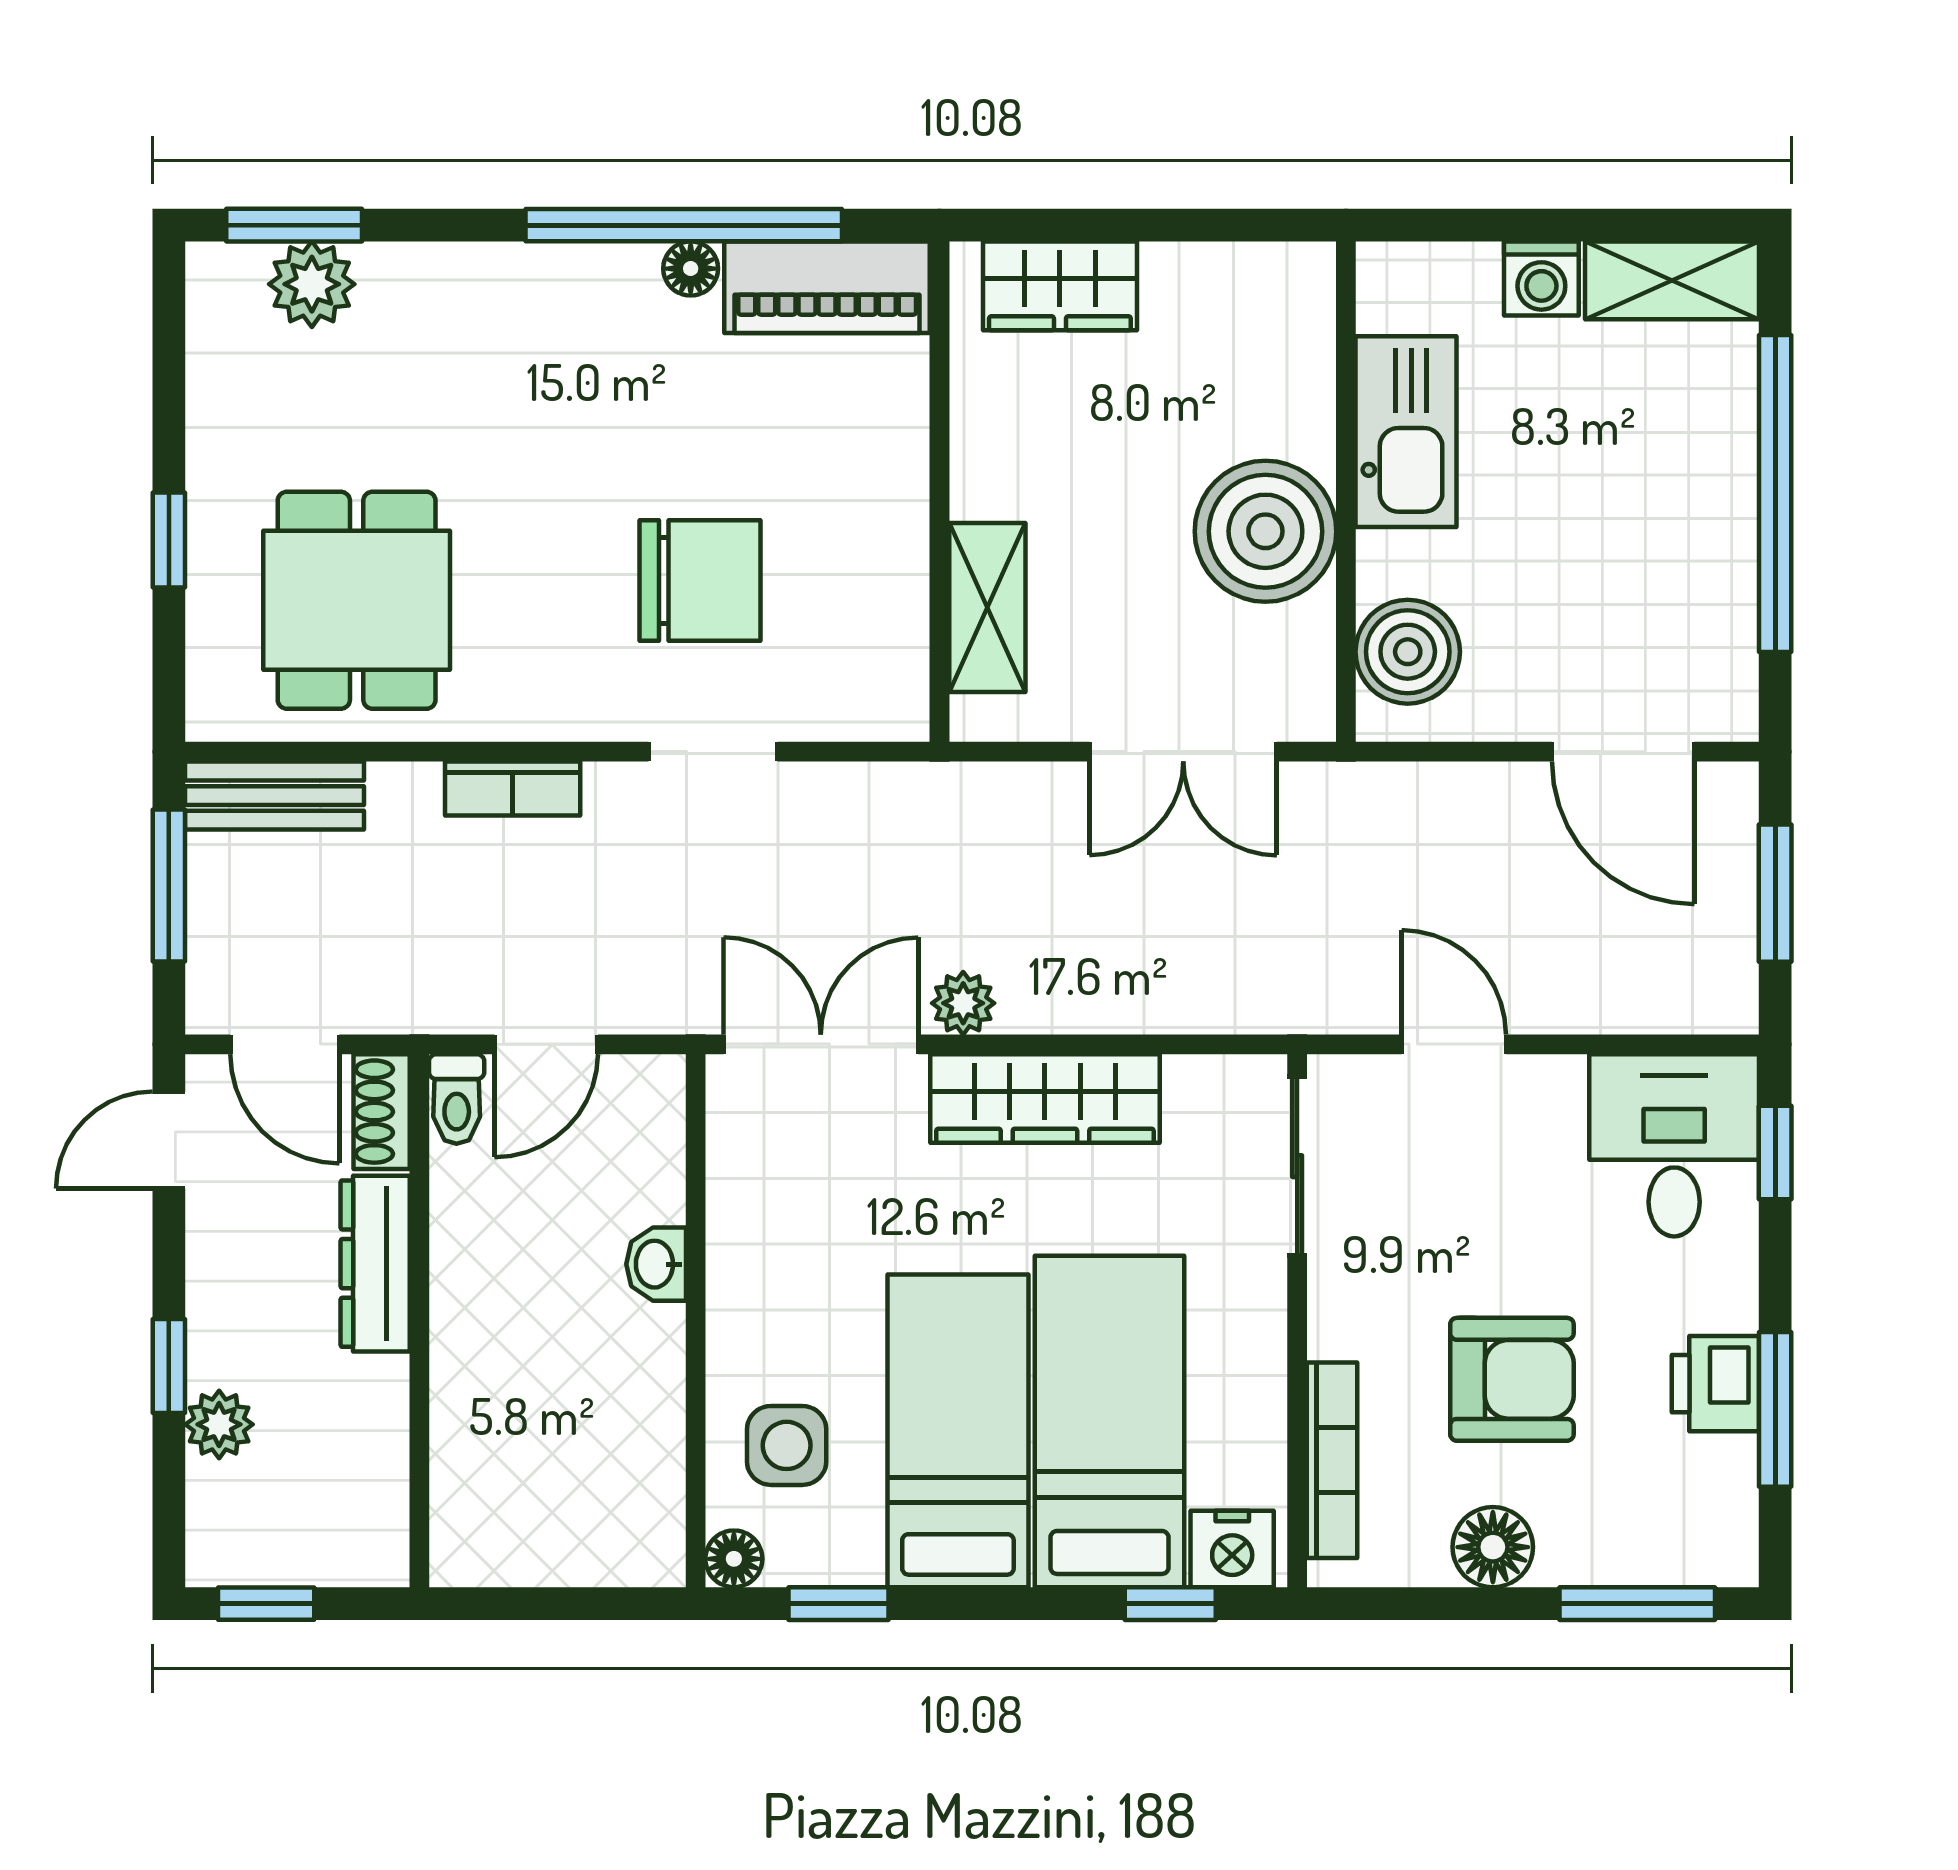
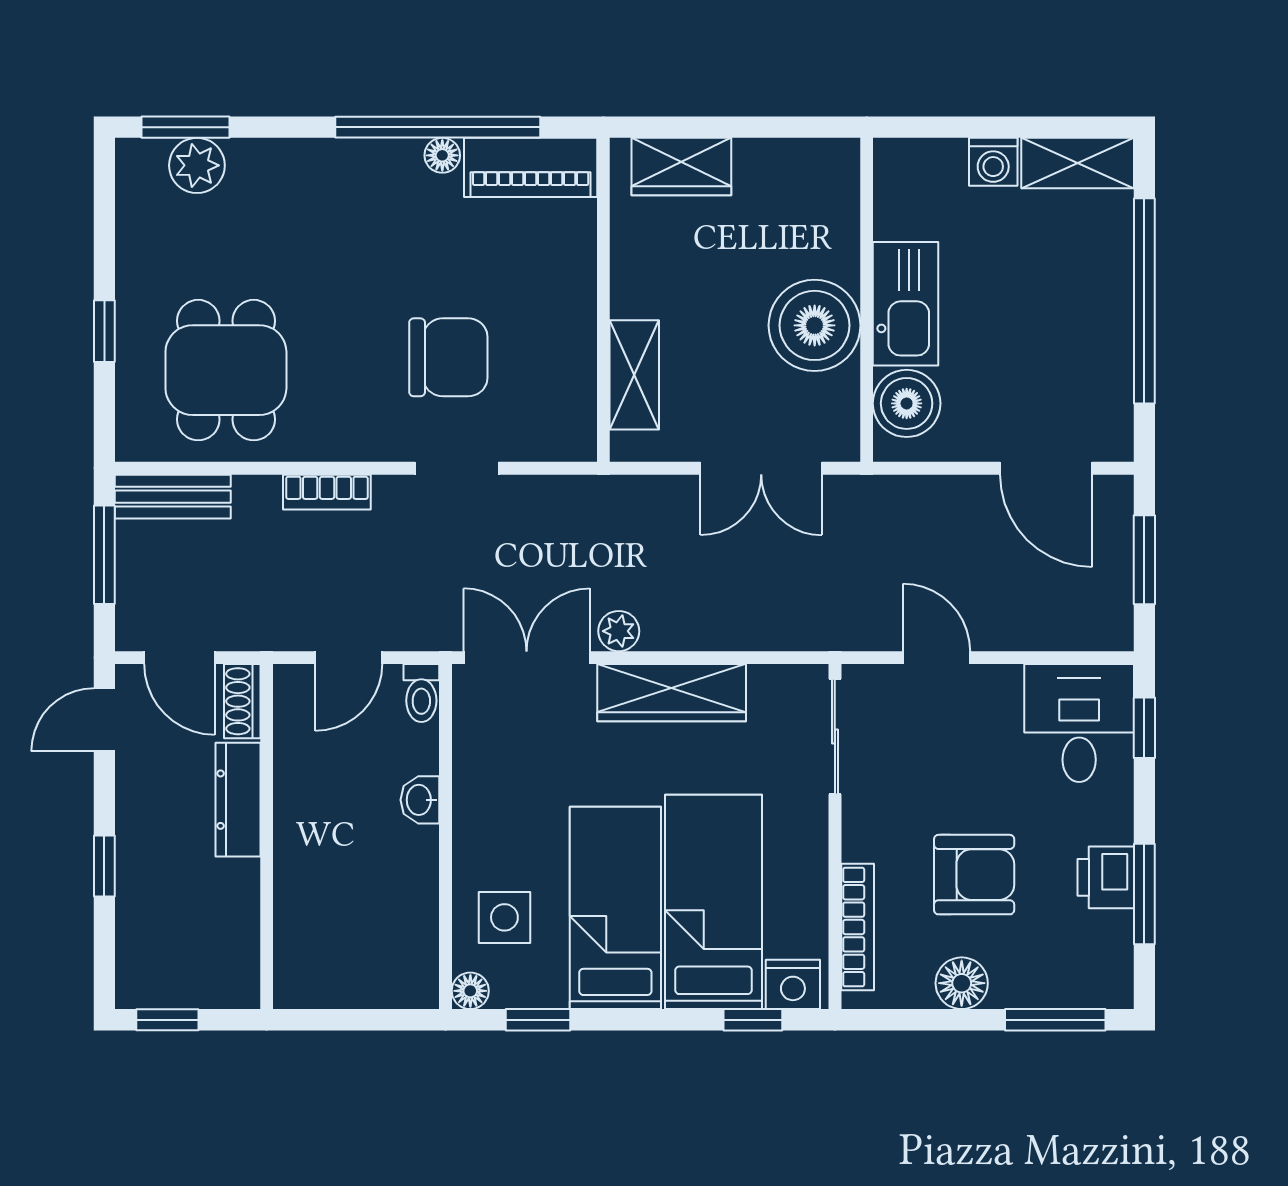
kitchen sink: (1406, 432) -> (905, 304), moved
toilet: (457, 1099) -> (421, 693), moved
plant: (219, 1424) -> (137, 904), removed

